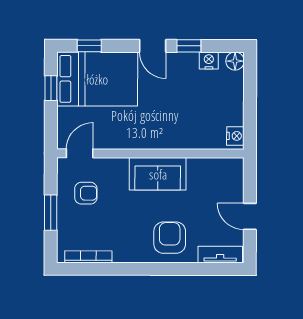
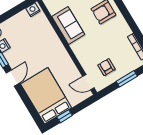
window: (89, 46) -> (32, 110), removed
sofa: (158, 174) -> (68, 26), moved

